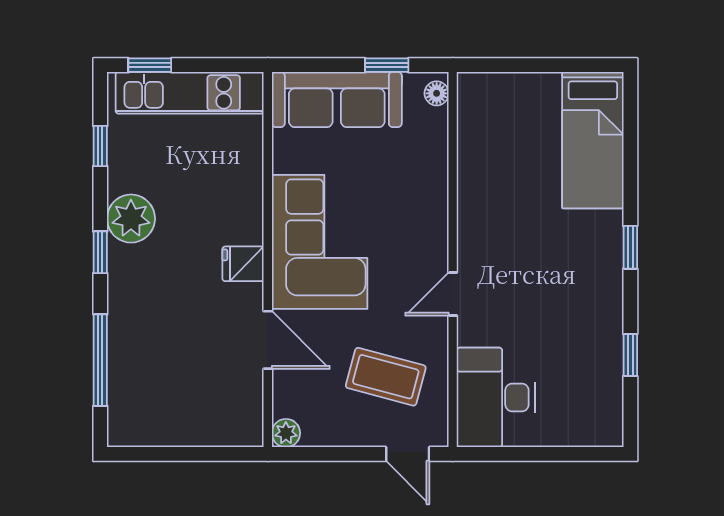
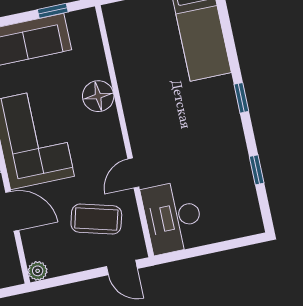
floor lamp: (437, 93) -> (98, 96), moved, width x1.89, depth x1.89
door: (453, 294) -> (133, 173), moved

